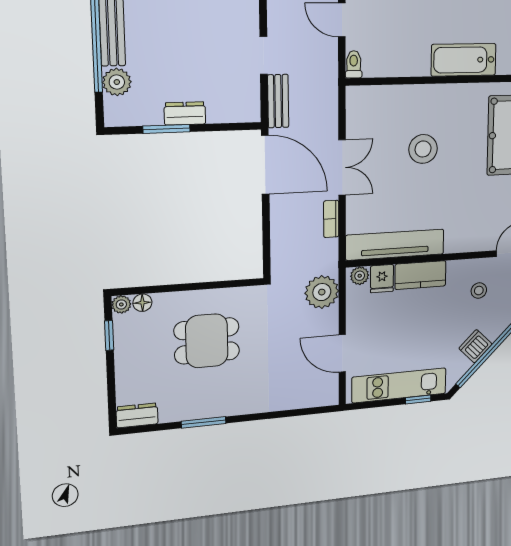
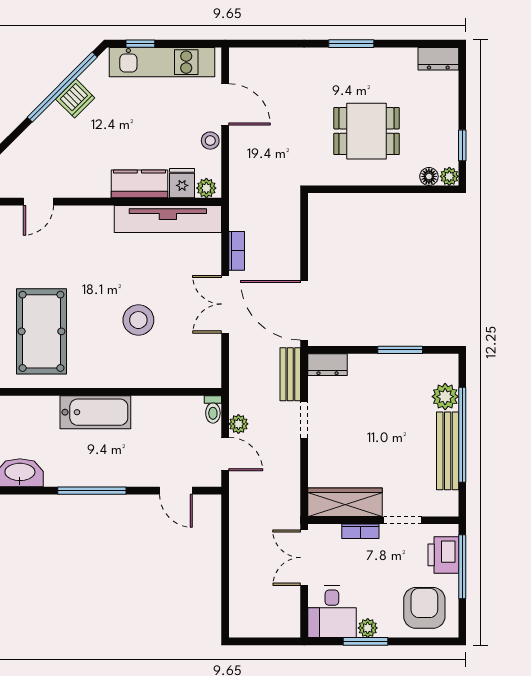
dresser: (185, 113) -> (328, 365), moved
stool: (479, 291) -> (210, 141), moved
plant: (322, 292) -> (238, 424), moved, width x0.53, depth x0.53
window: (204, 422) -> (351, 44), moved

